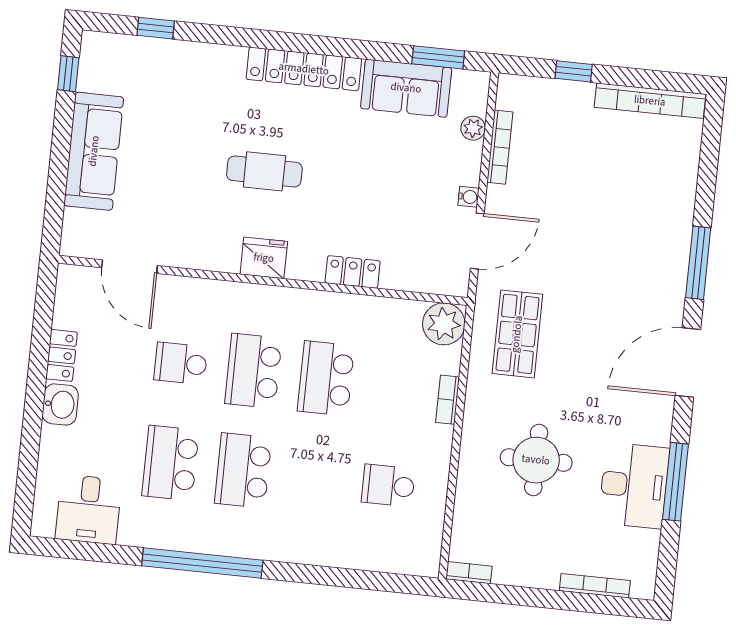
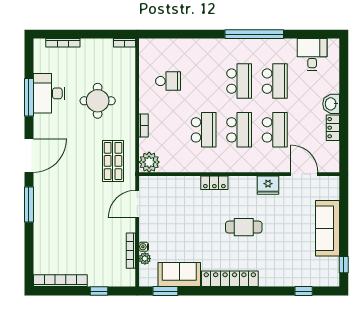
water cooler: (468, 197) -> (144, 247), moved
fridge: (264, 258) -> (268, 185), moved
locker: (353, 272) -> (214, 183), moved
school desk: (181, 363) -> (275, 130), width x1.85

